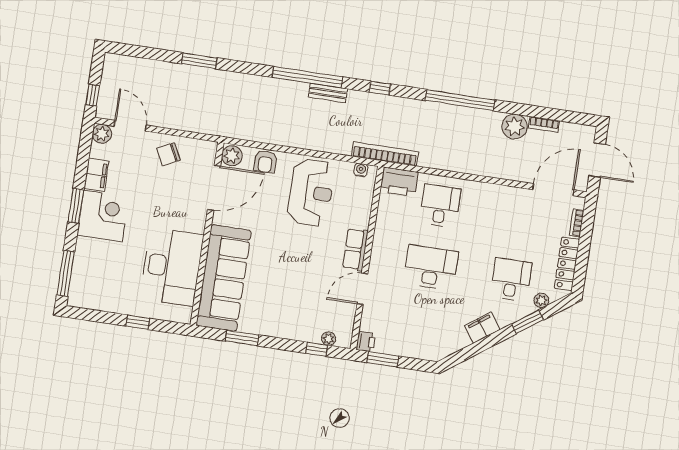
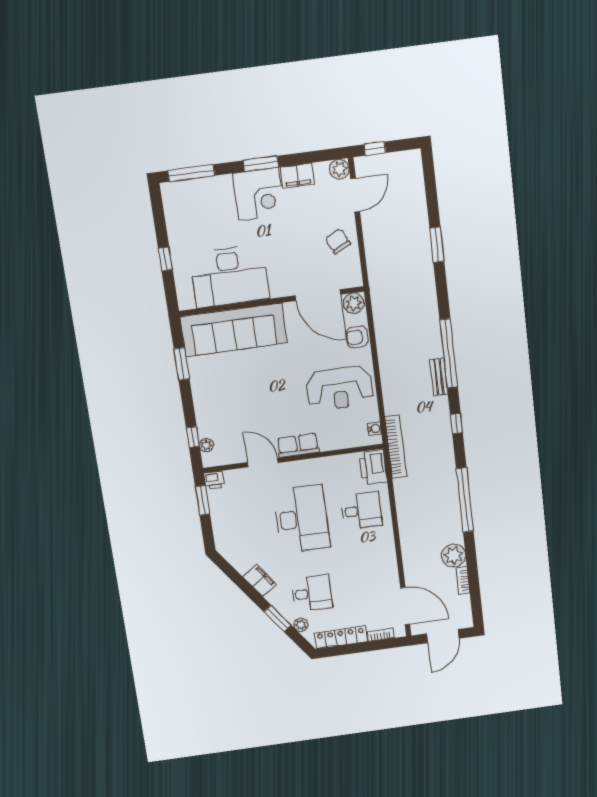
desk: (431, 268) -> (302, 519), width x1.36, depth x1.30

